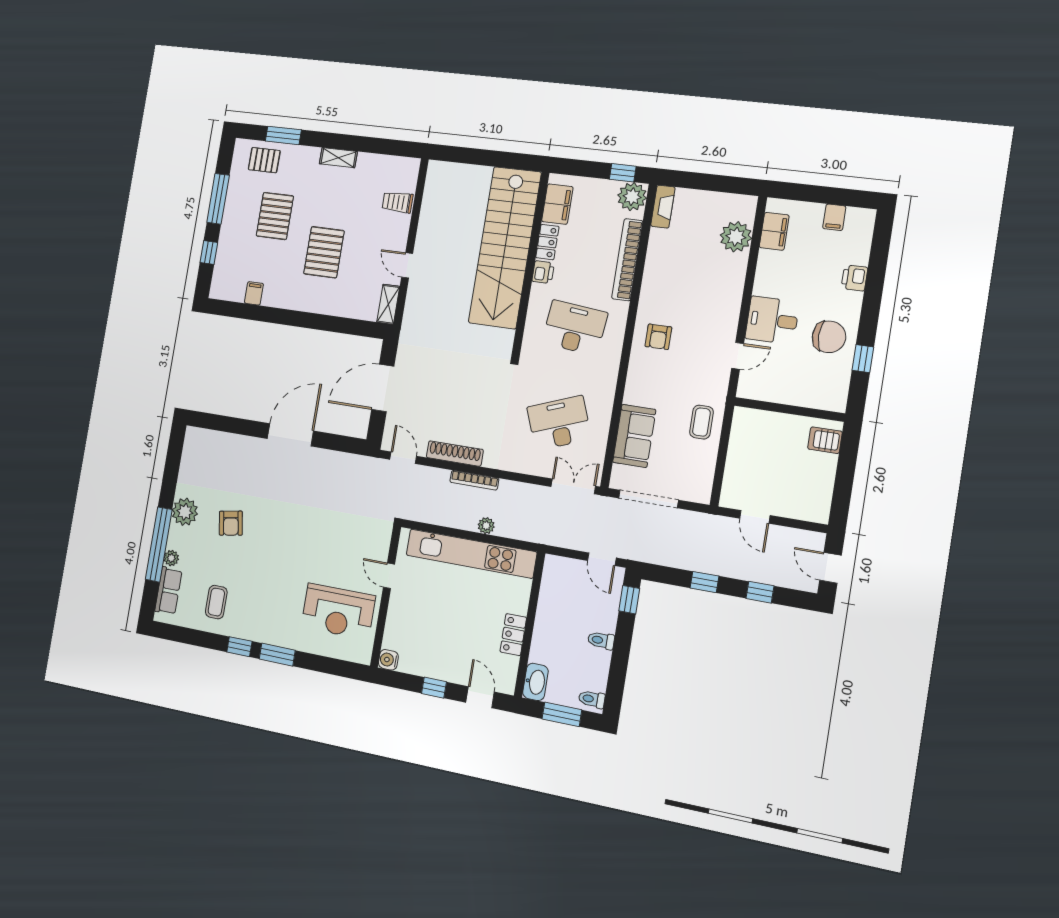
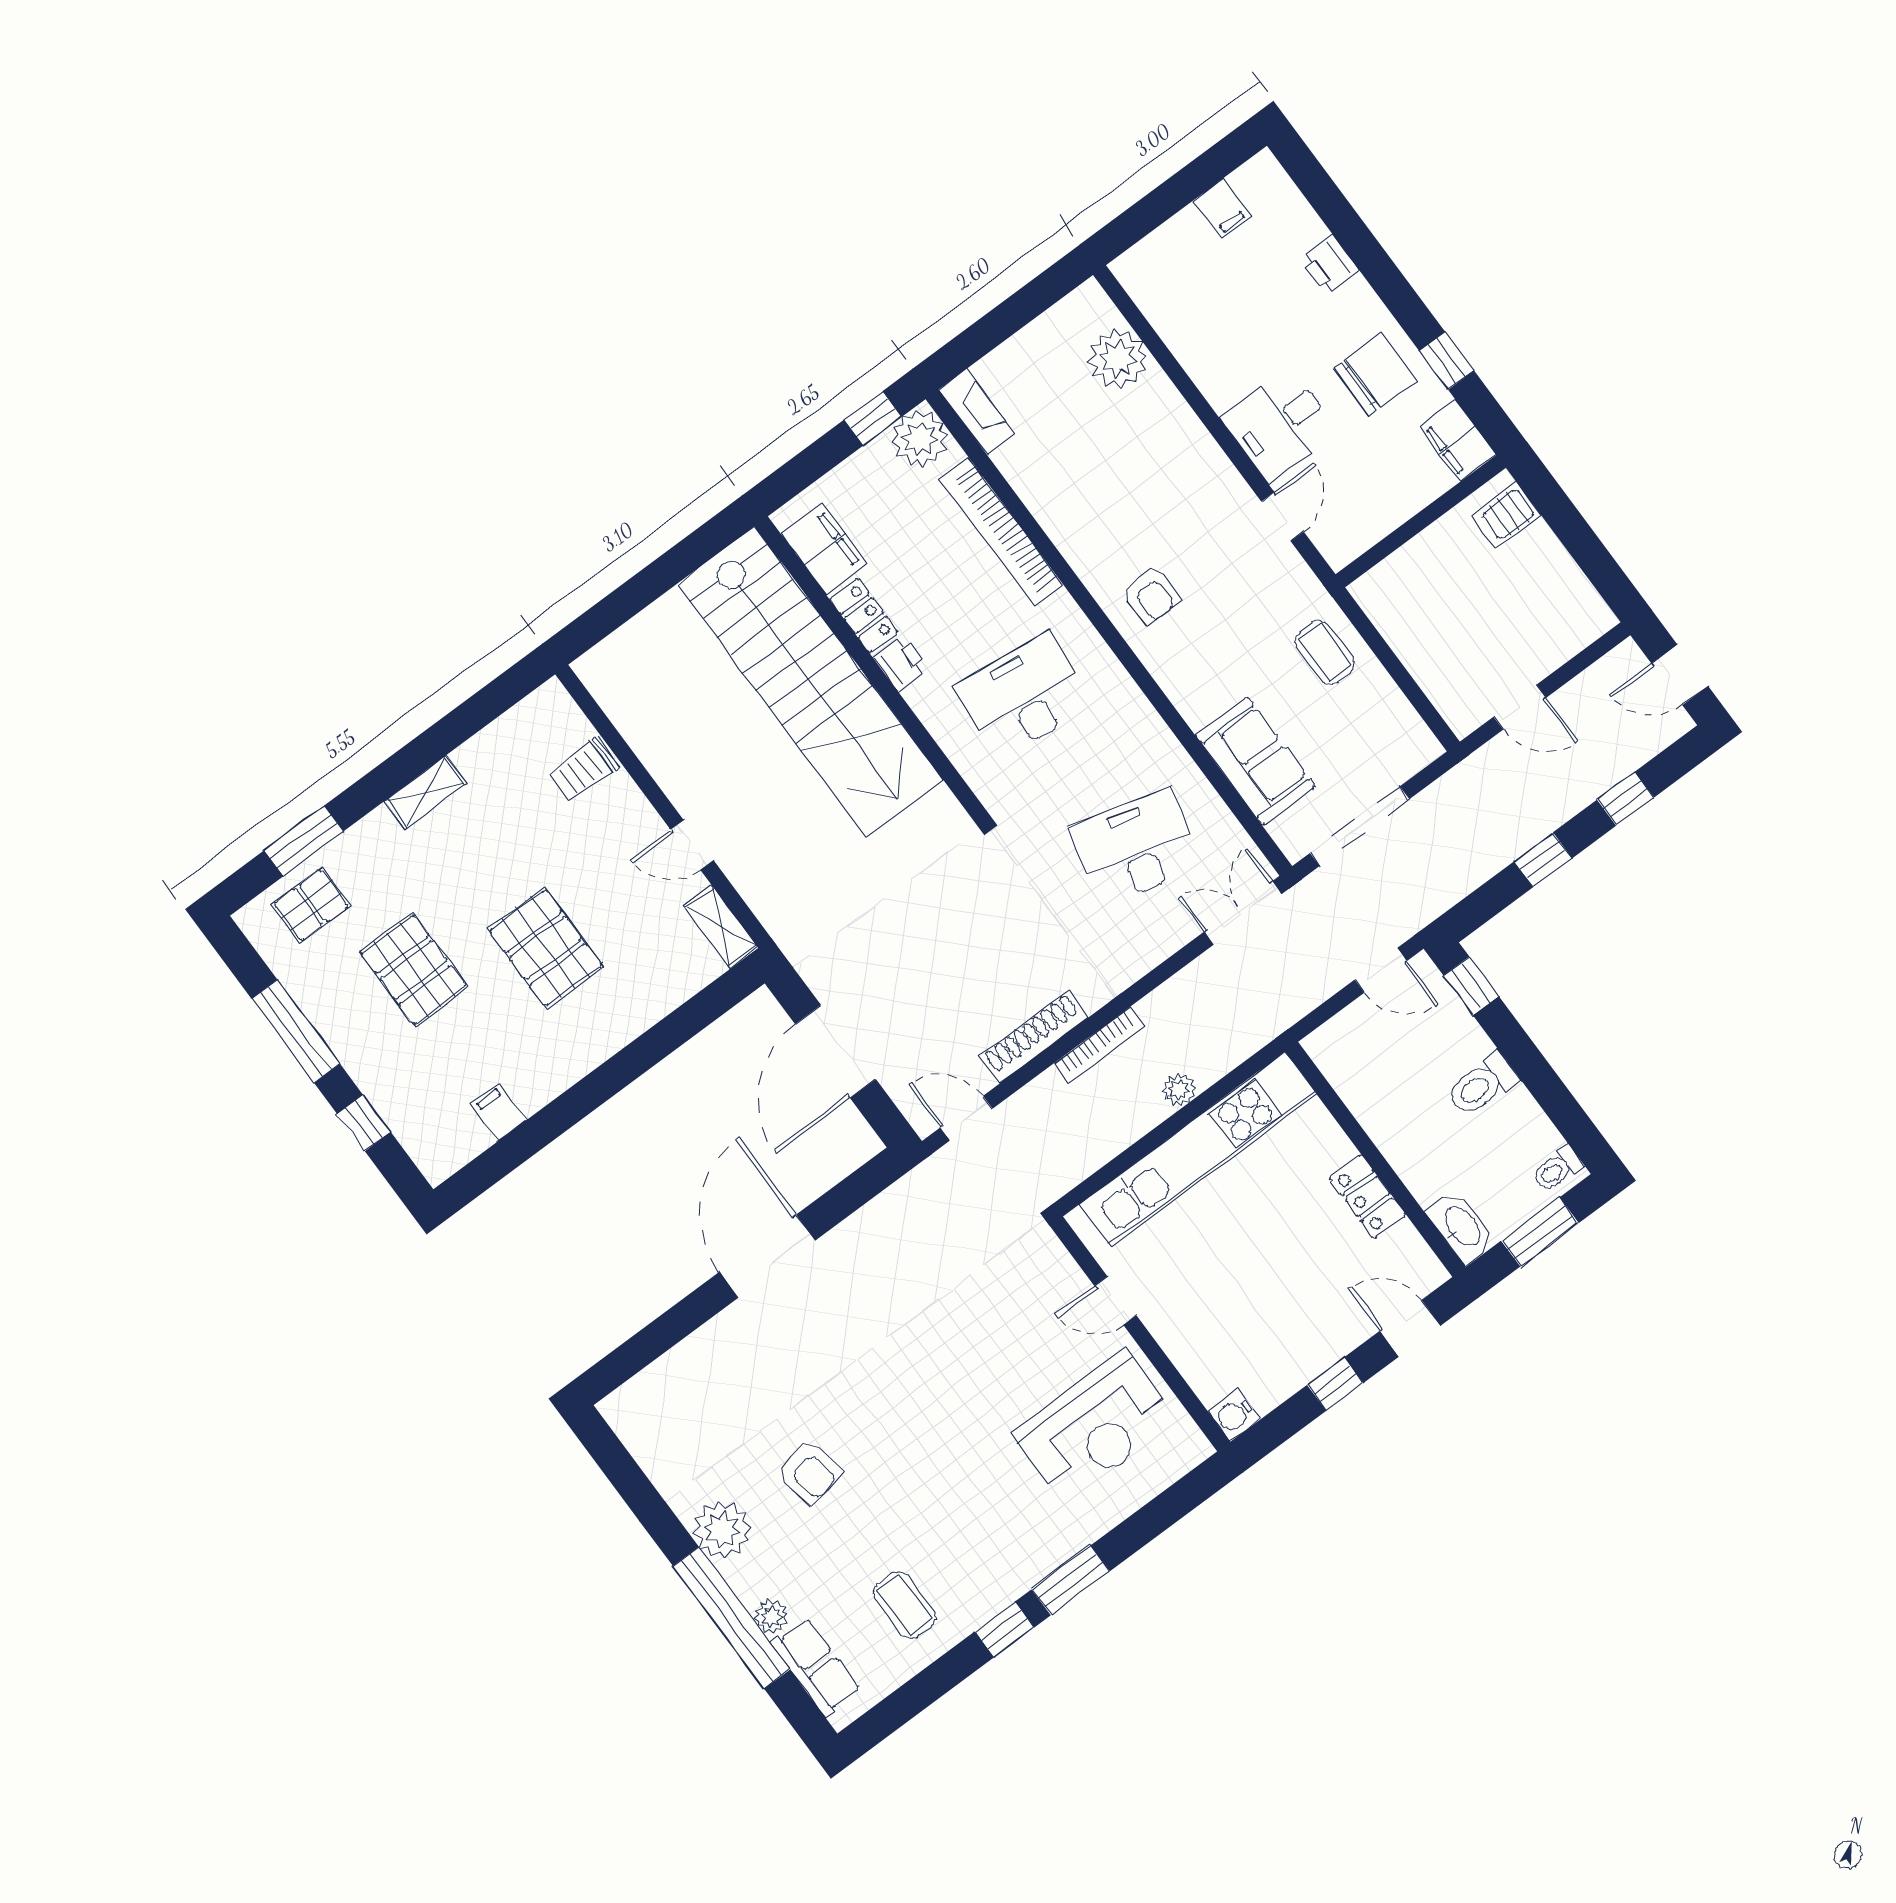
filing cabinet: (774, 231) -> (1458, 441), moved, turned 180
desk: (559, 423) -> (1136, 847), turned 36
toilet: (601, 640) -> (1482, 1085), width x1.37, depth x1.39

